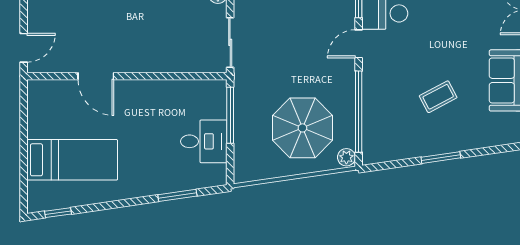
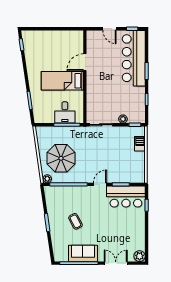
door: (359, 44) -> (100, 184), hinge flipped
door: (24, 48) -> (109, 29), moved
desk: (204, 141) -> (65, 112), moved
bed: (72, 160) -> (62, 81), moved, turned 90

